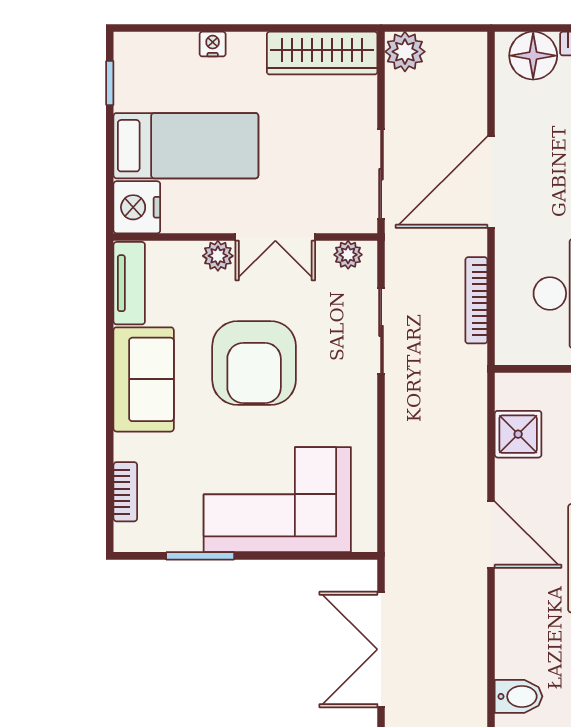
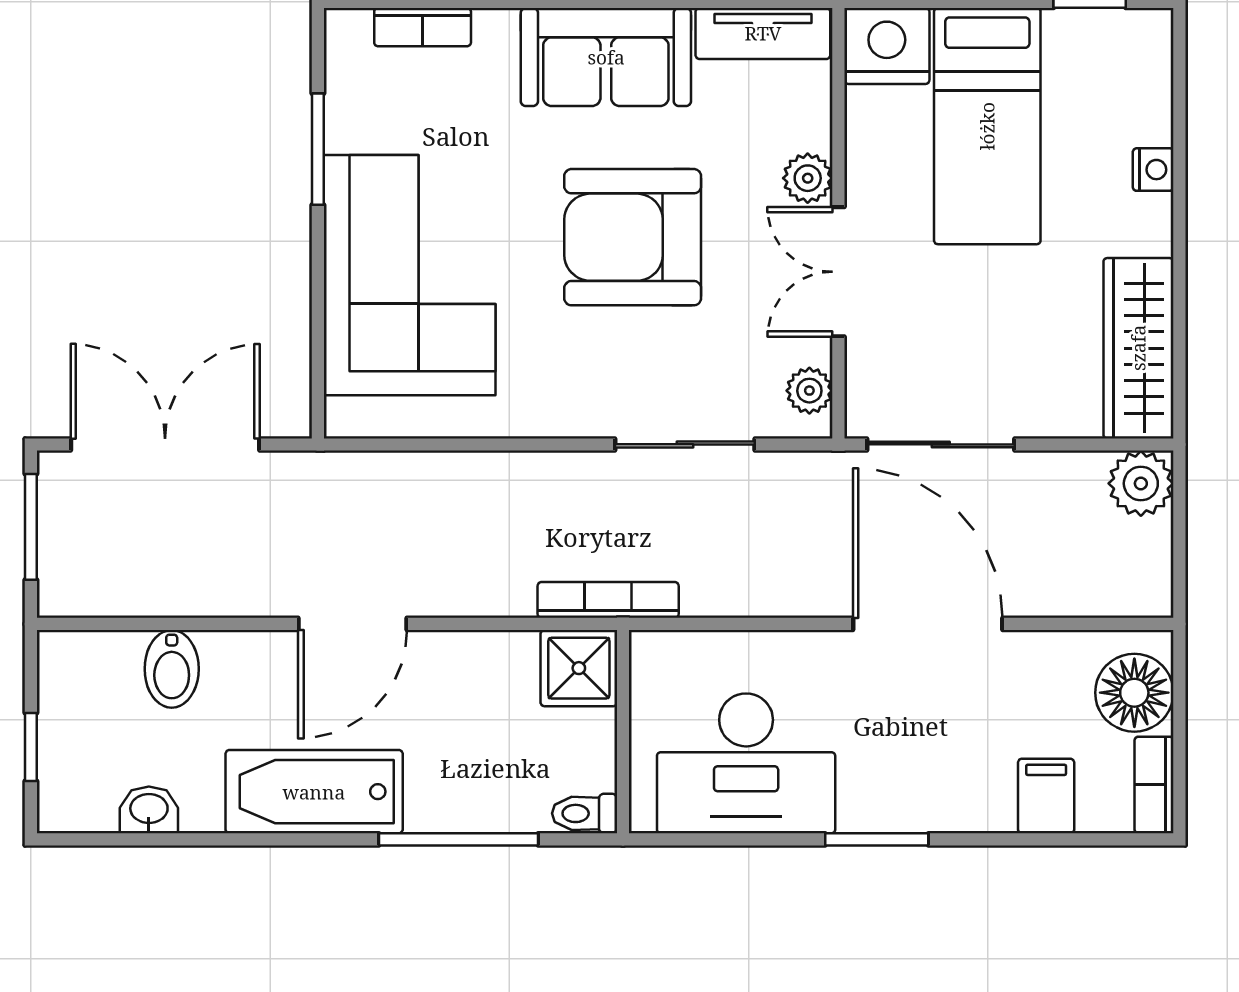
bookcase: (476, 300) -> (608, 600), moved
shower: (518, 434) -> (579, 668), moved
bidet: (519, 696) -> (172, 669), moved

